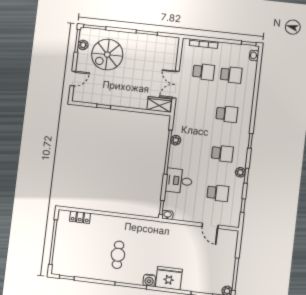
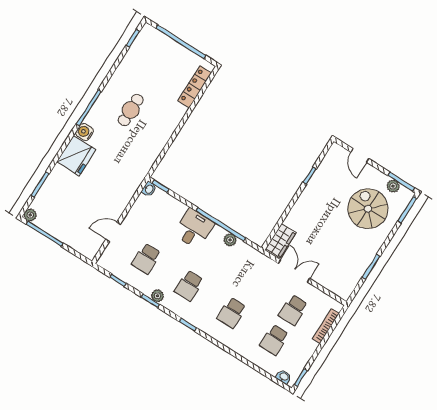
desk: (179, 181) -> (194, 229), moved
locker: (80, 217) -> (195, 87), width x1.53
cafe table: (118, 255) -> (131, 110), turned 90

